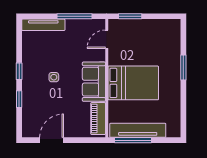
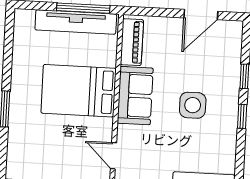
door: (107, 39) -> (113, 156), swing flipped
side table: (54, 77) -> (193, 105), width x1.87, depth x1.87

